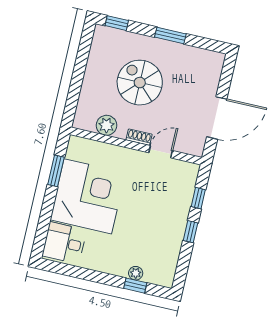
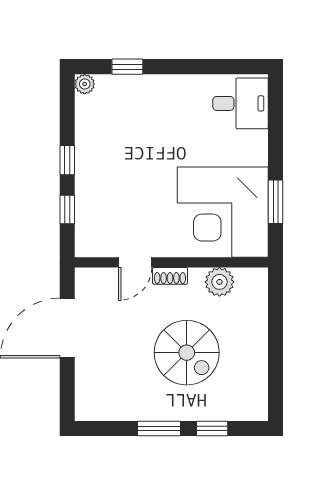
window: (117, 23) -> (212, 428), moved
corner desk: (88, 196) -> (223, 212), moved
plant: (136, 273) -> (85, 84), moved

